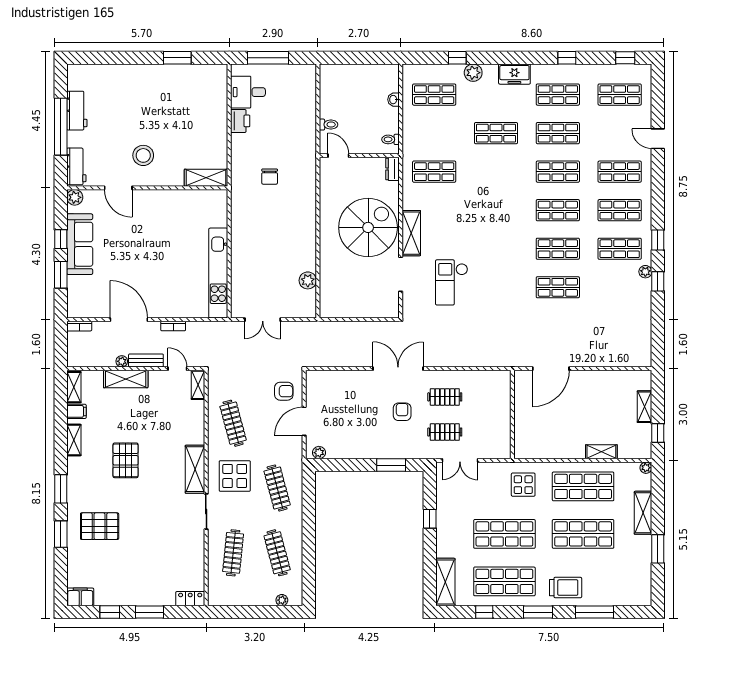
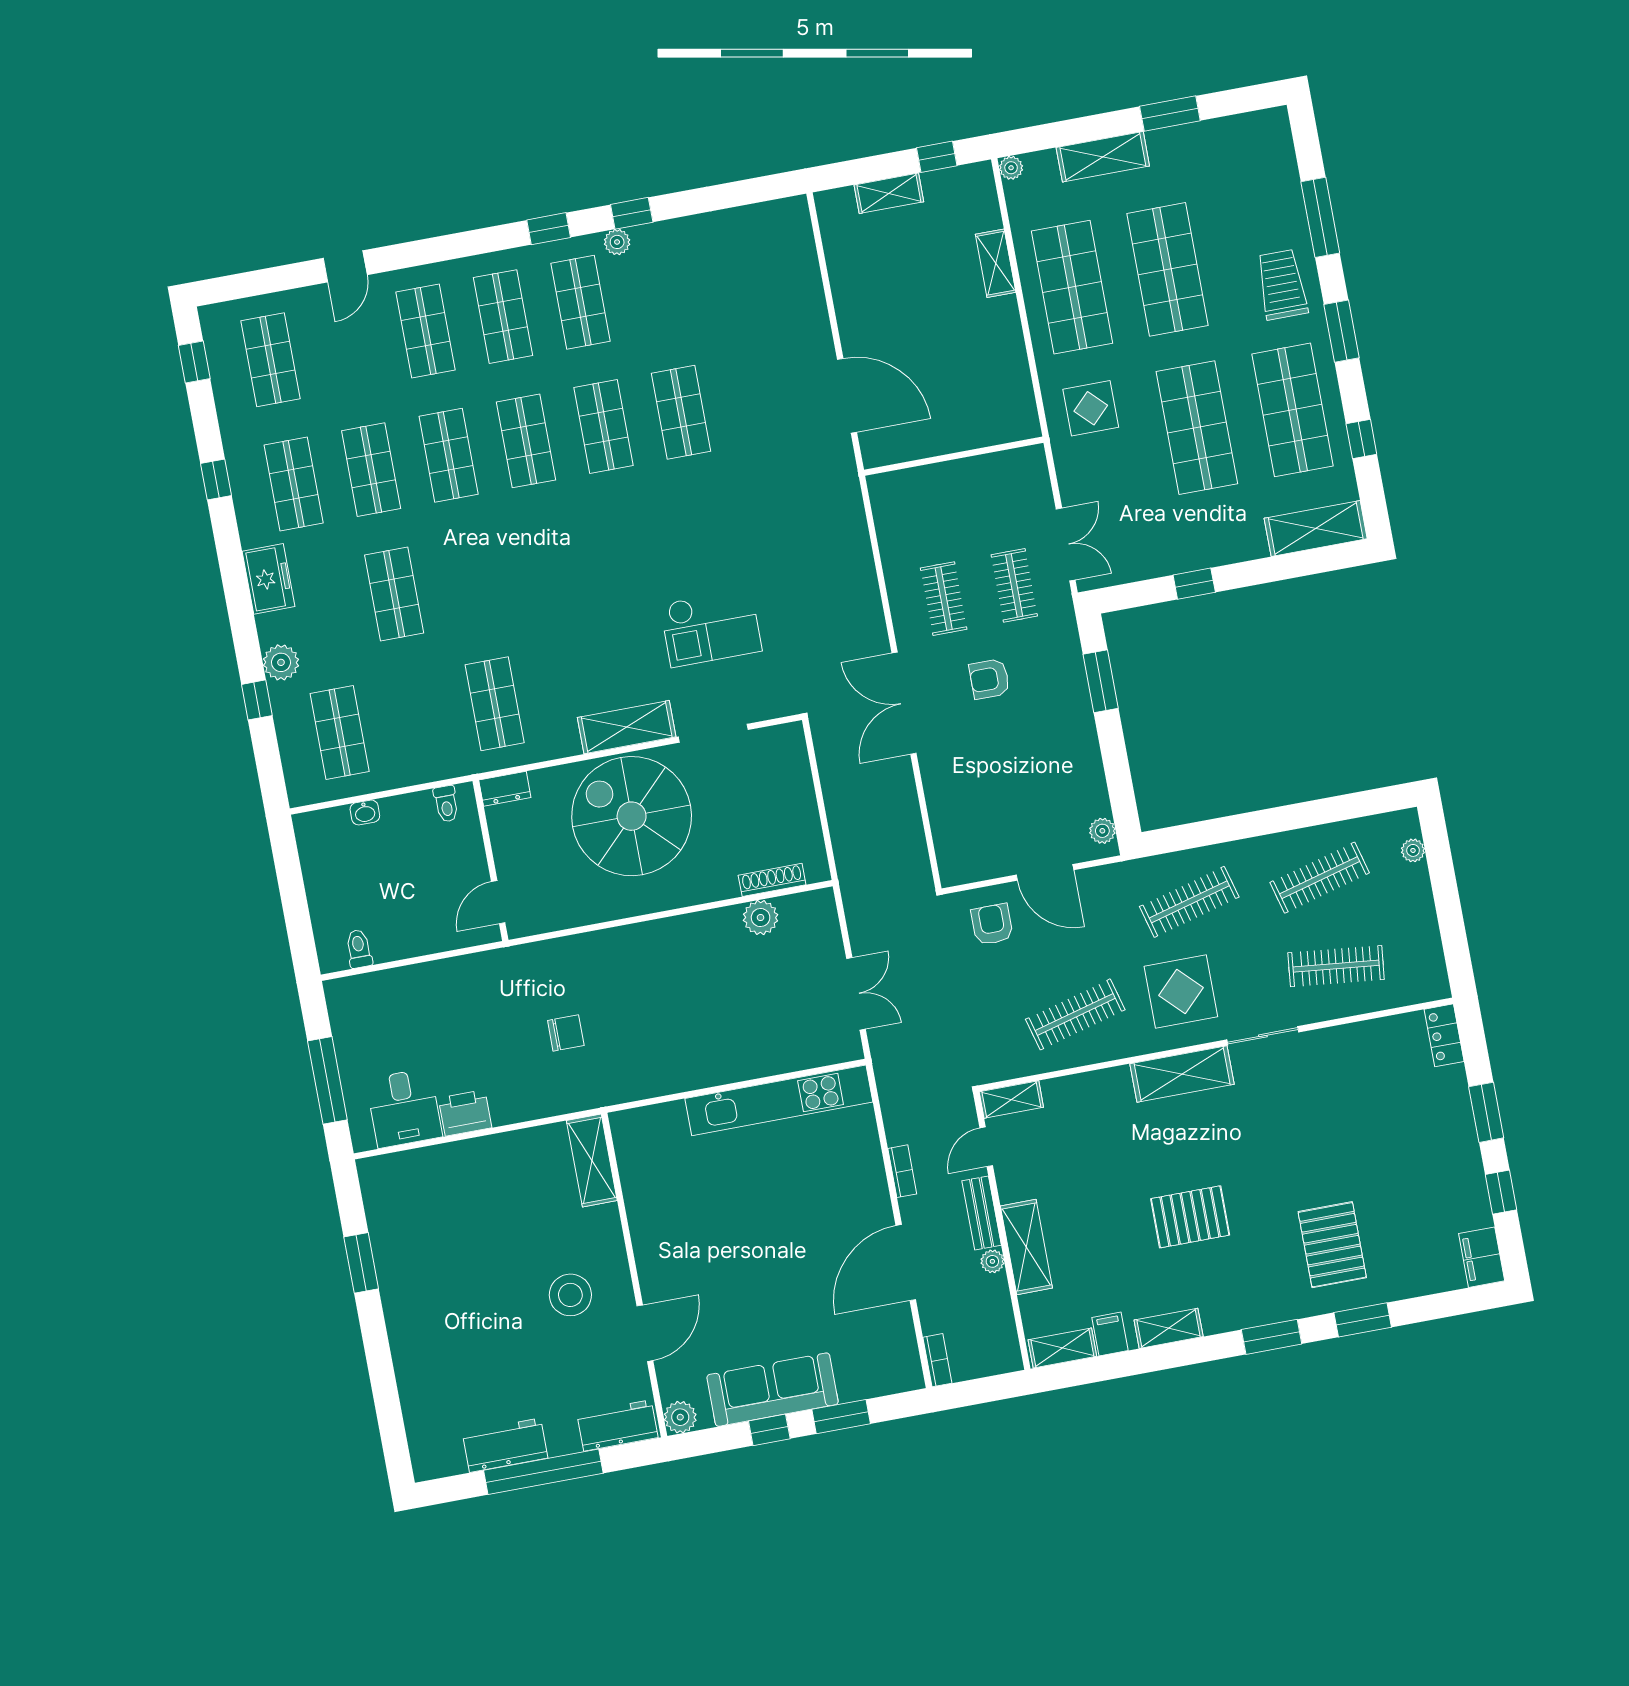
toilet: (329, 125) -> (359, 949), moved
shoe rack: (325, 289) -> (772, 880), added

